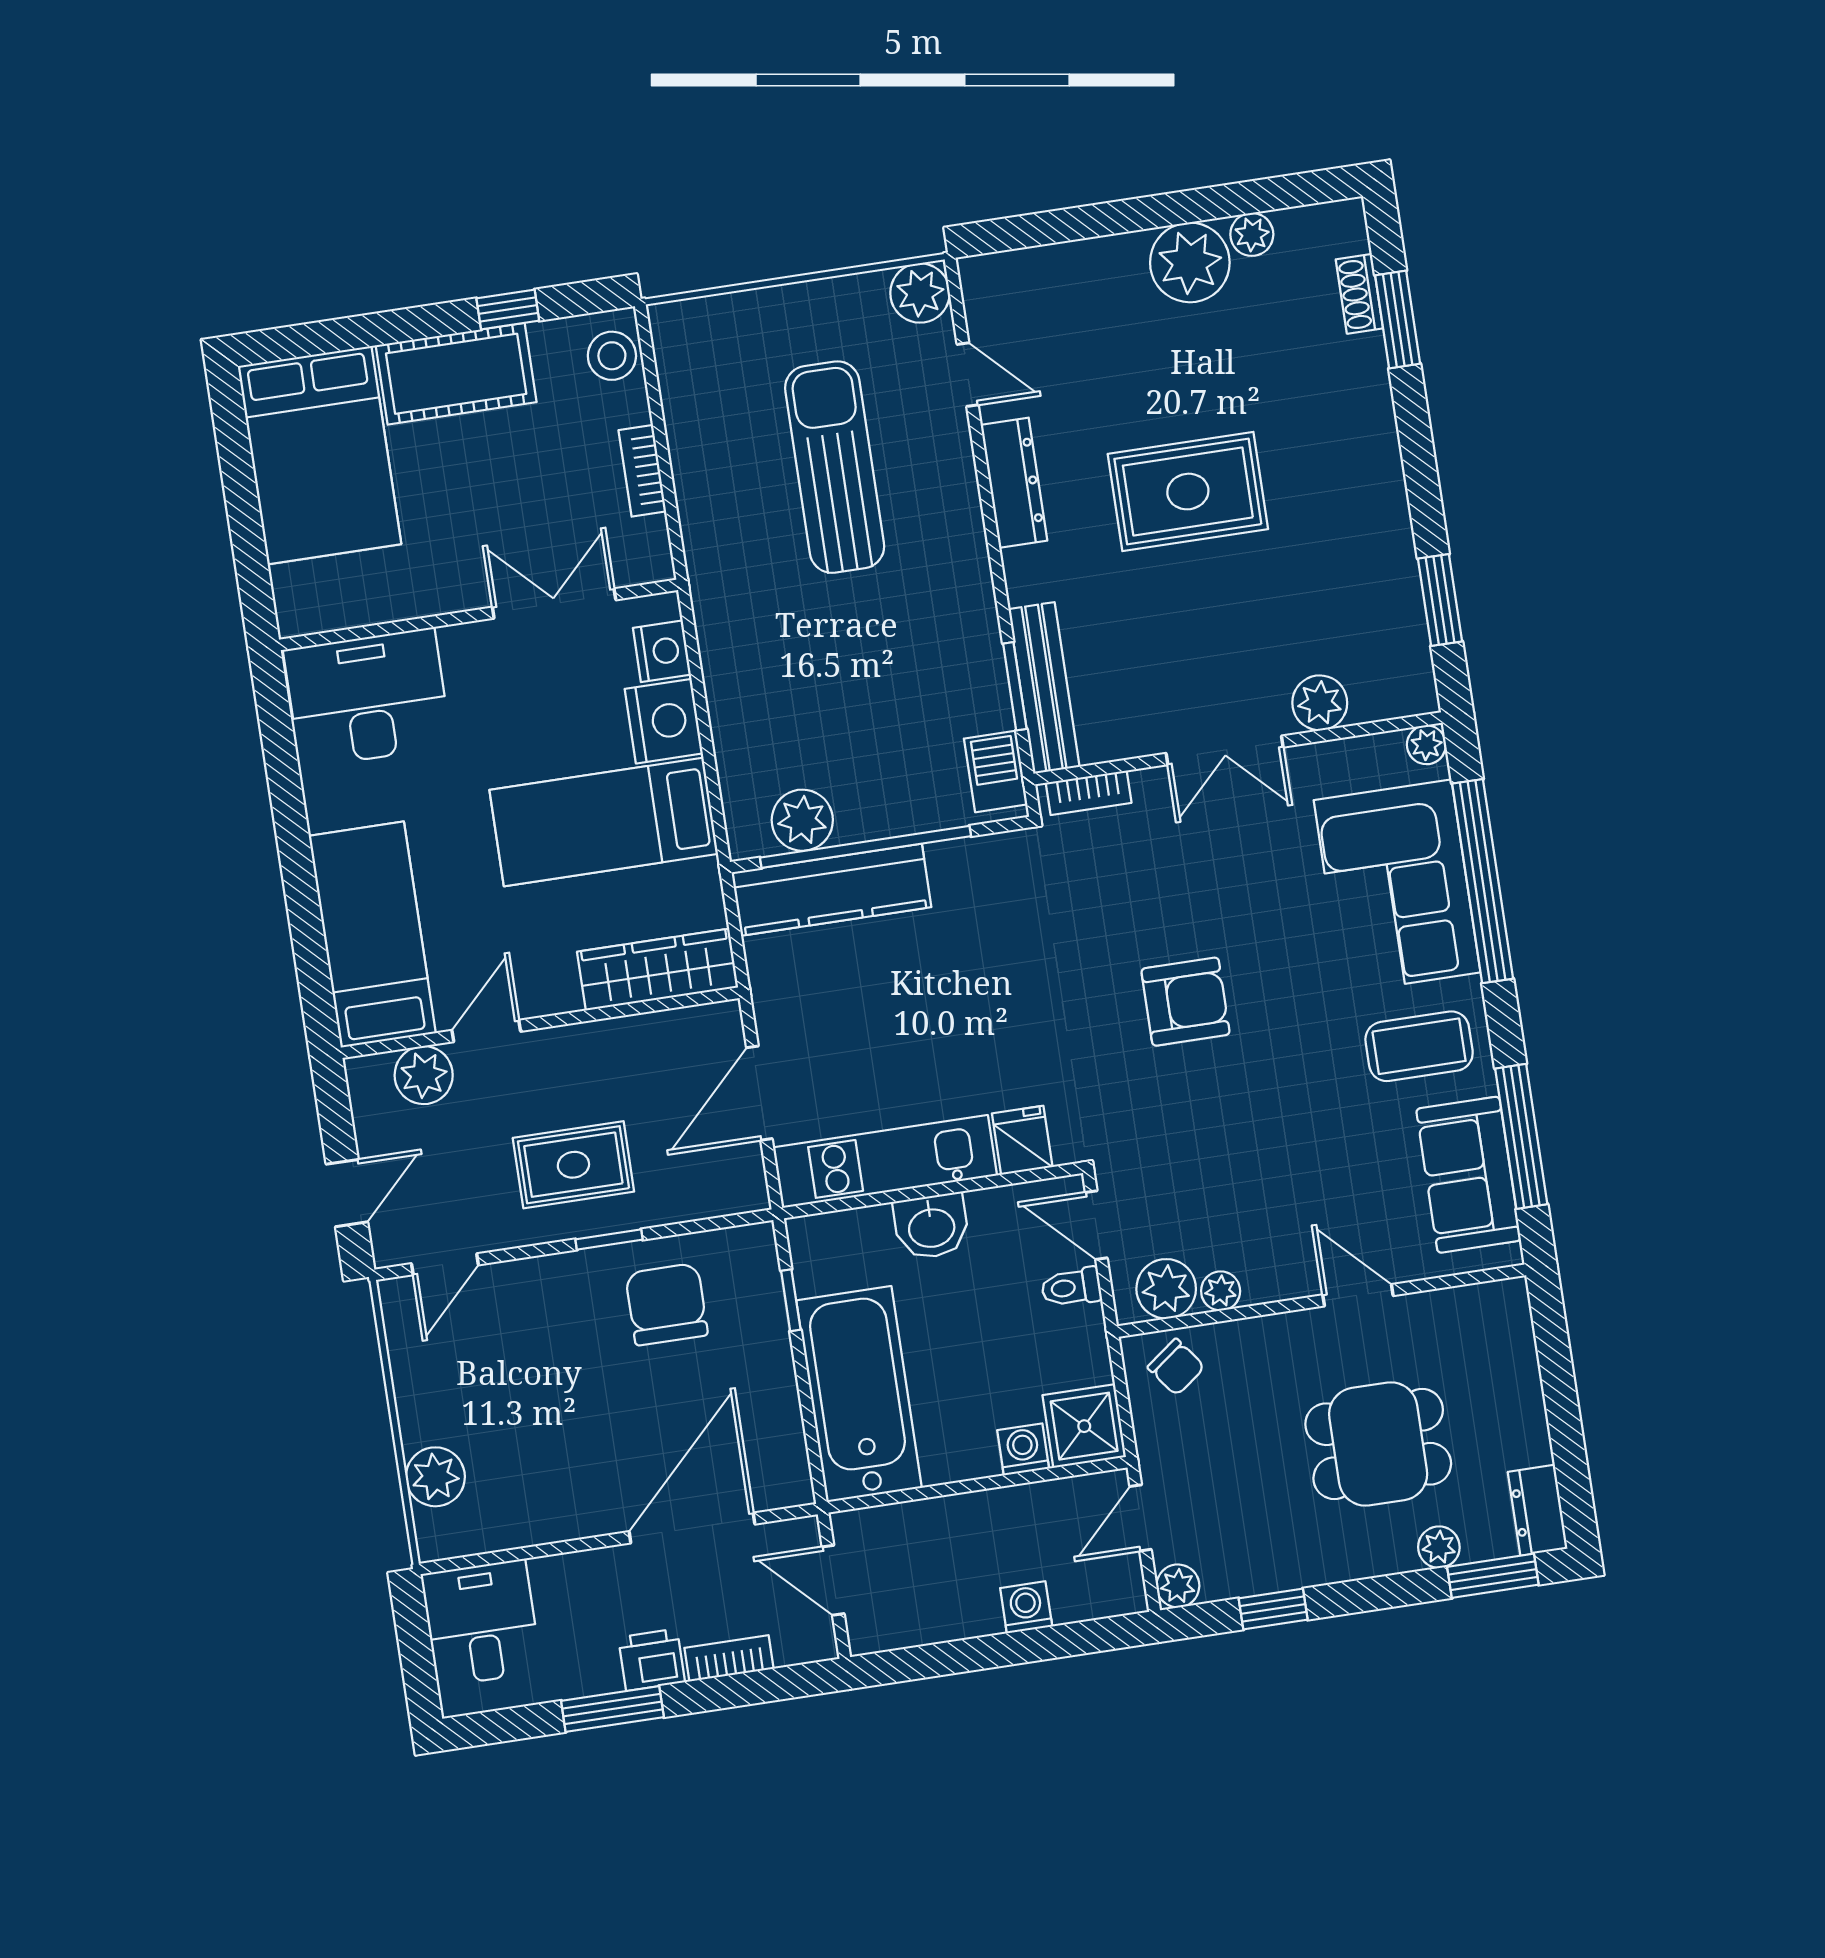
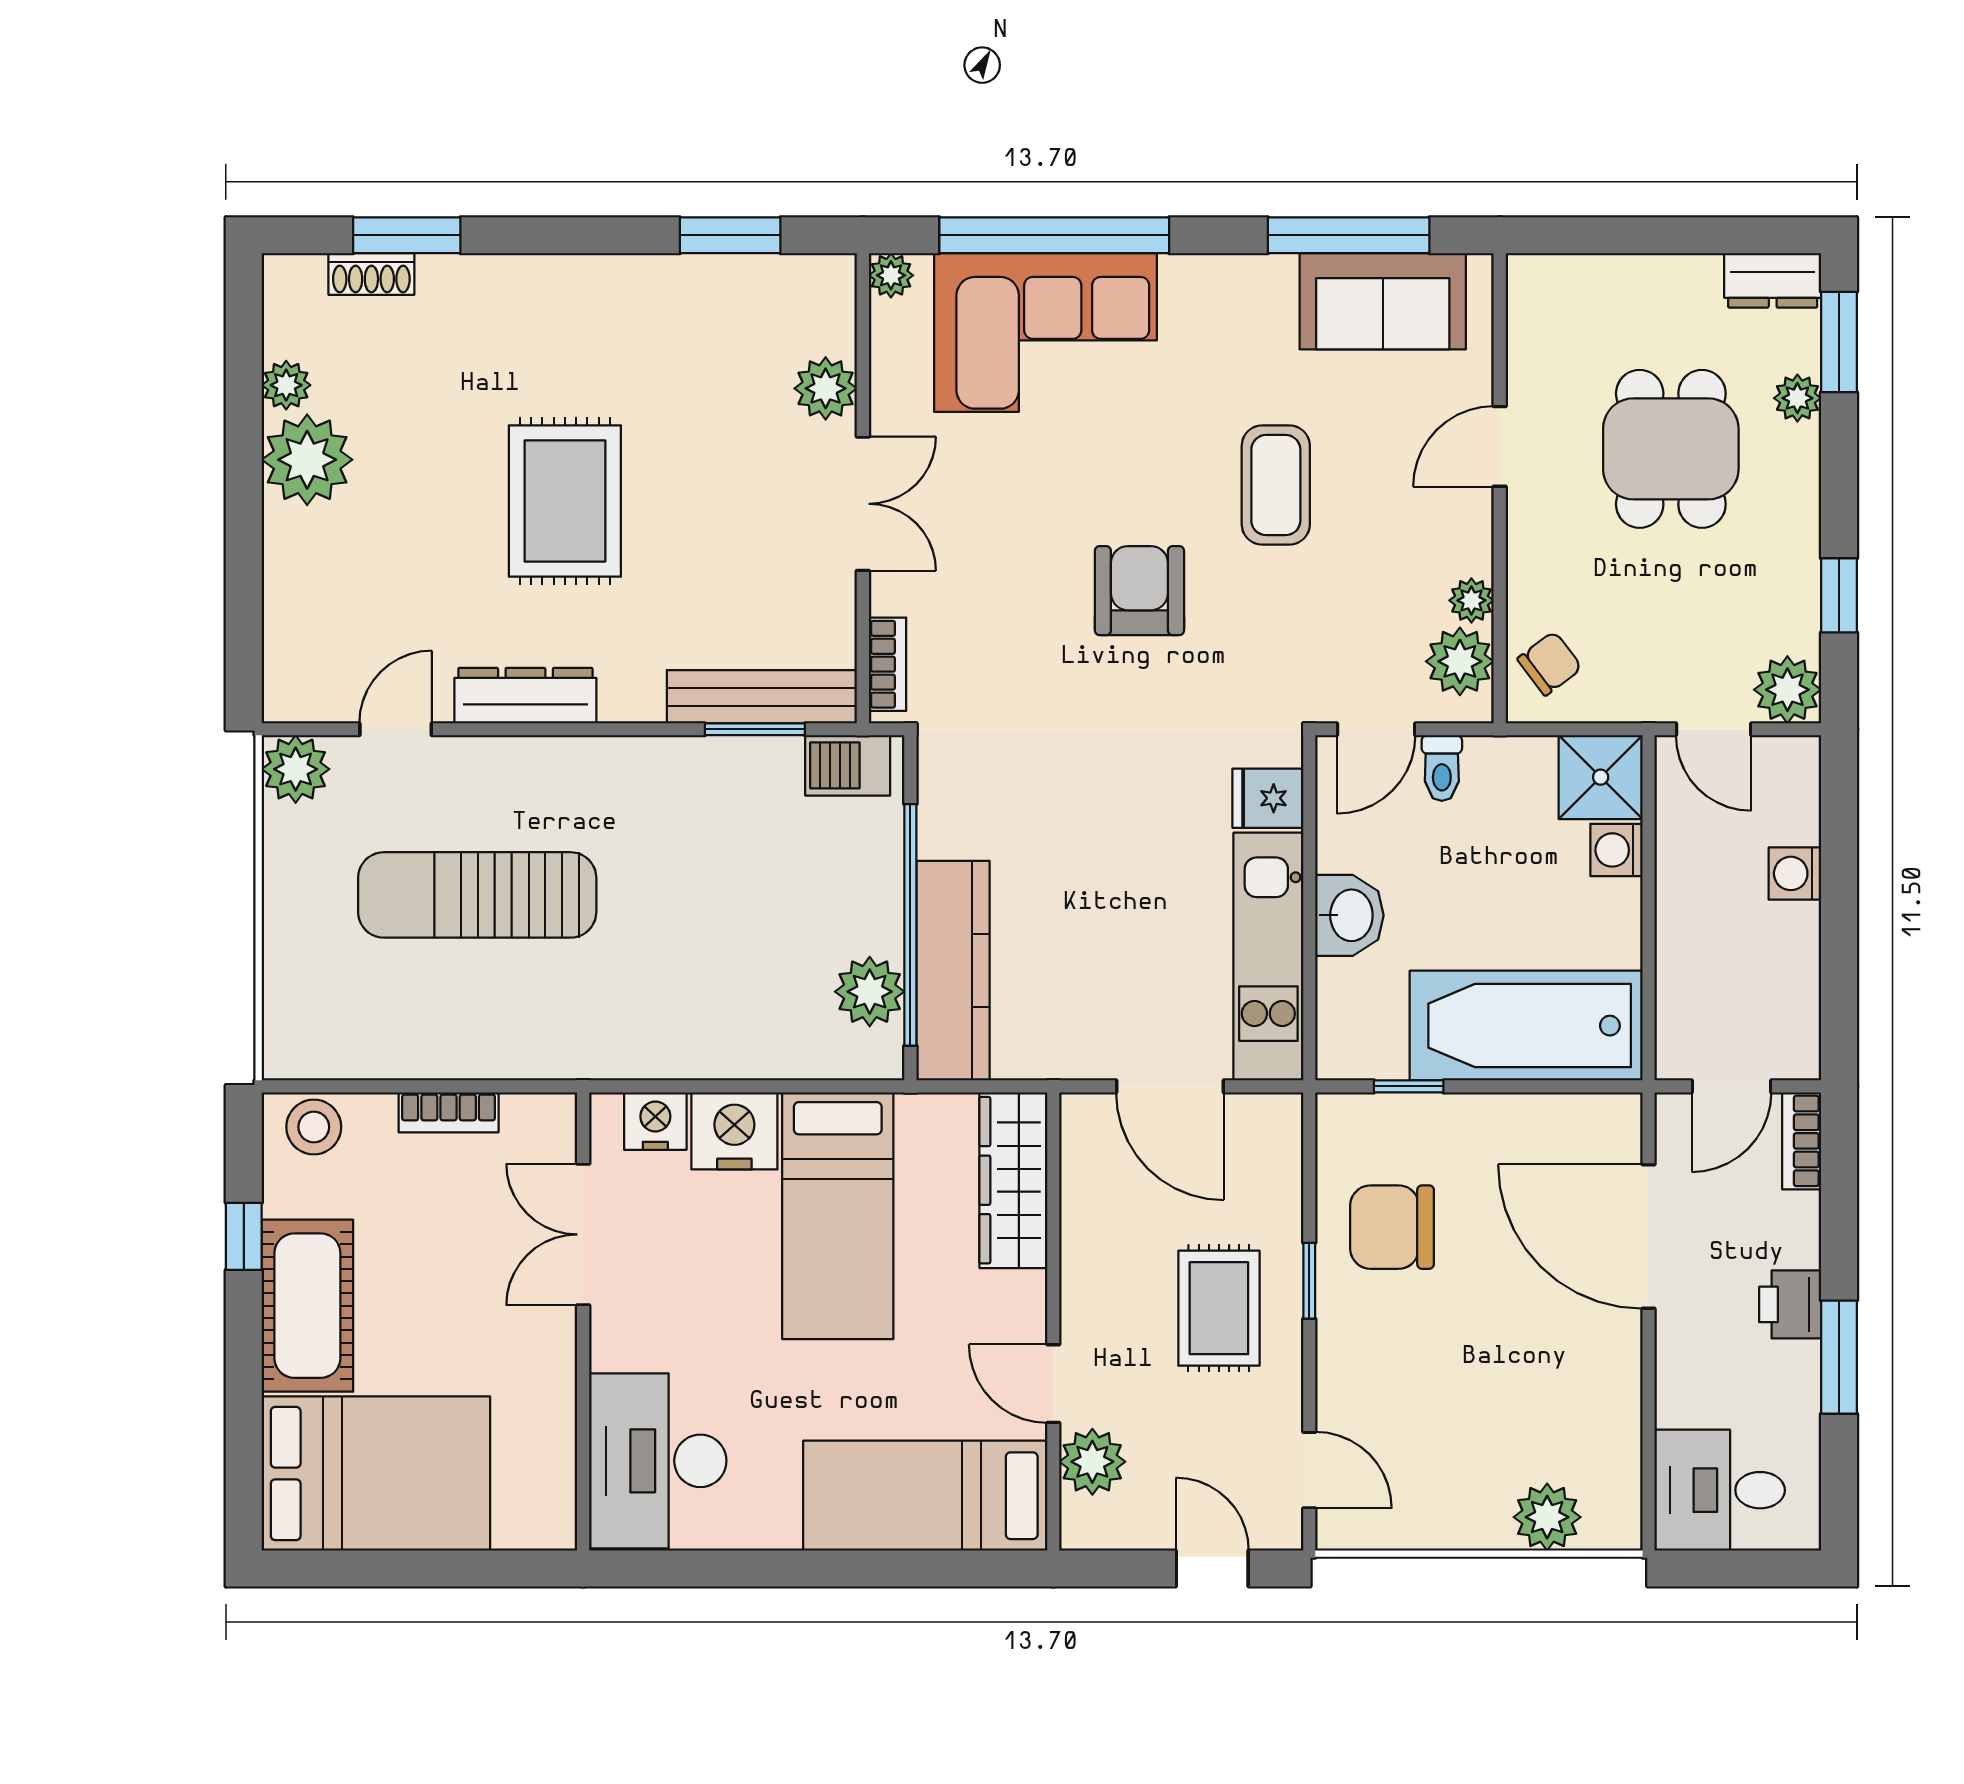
coffee table: (1419, 1046) -> (1276, 485), moved
plant: (1178, 1586) -> (1787, 690), width x1.38, depth x1.38
bookcase: (729, 1658) -> (1802, 1141), moved

